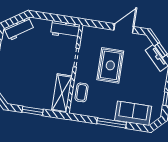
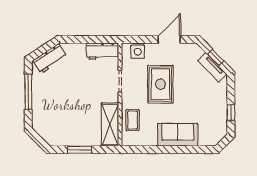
side table: (95, 35) -> (138, 52), added
sofa: (133, 113) -> (178, 135), moved
window: (112, 123) -> (172, 150), removed

